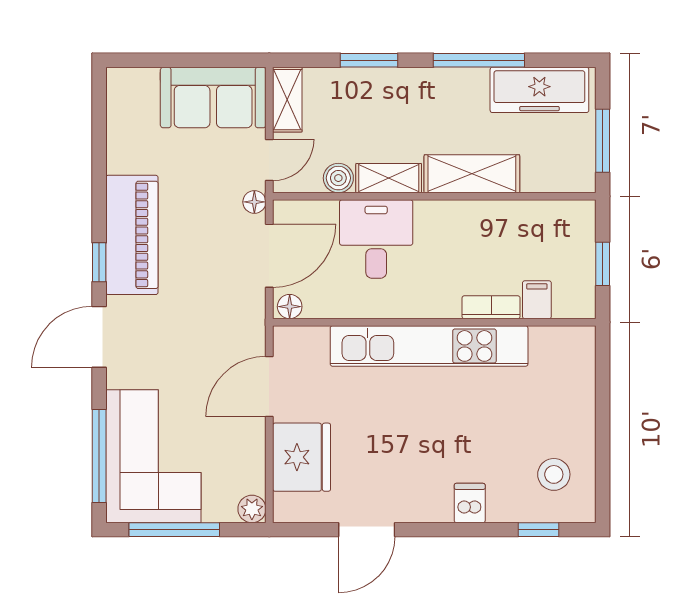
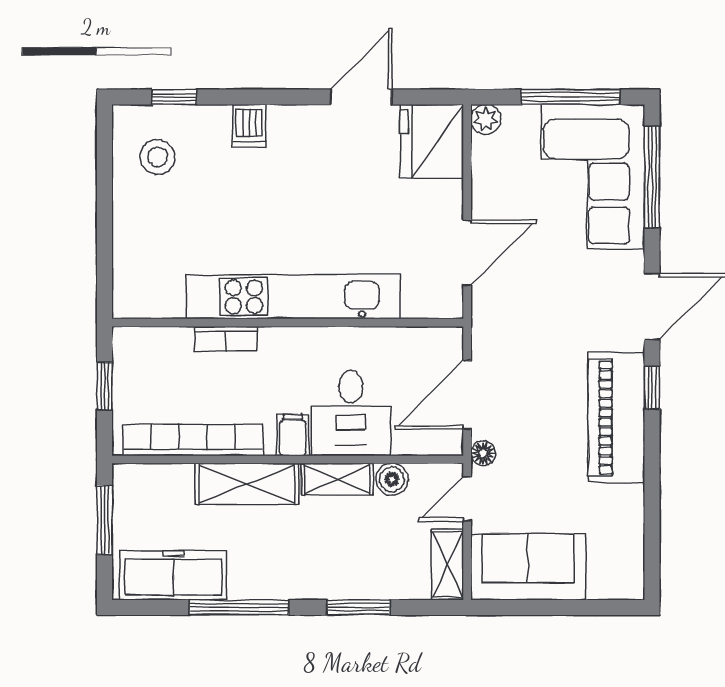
bookcase: (521, 214) -> (193, 440), added
filing cabinet: (537, 300) -> (293, 435), moved, turned 180
floor lamp: (290, 307) -> (445, 340), removed
fridge: (302, 457) -> (432, 142), moved

